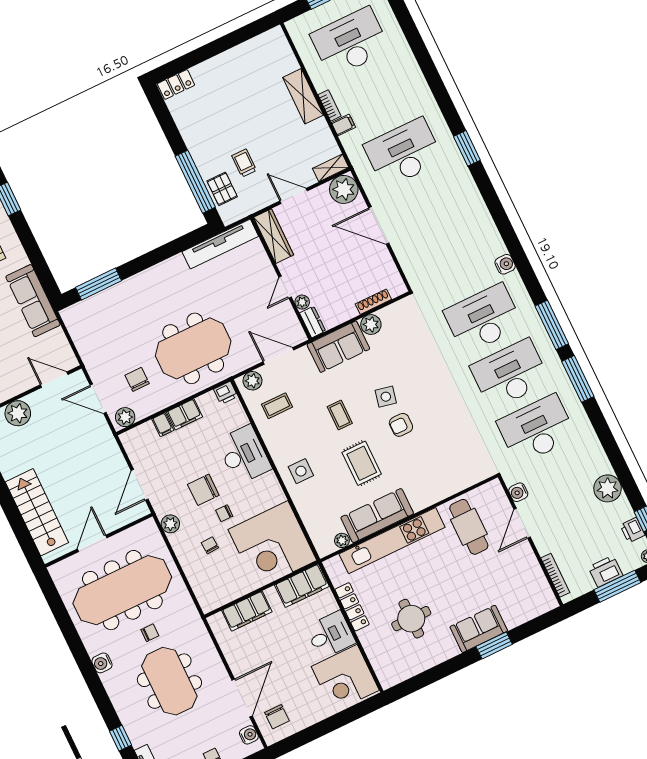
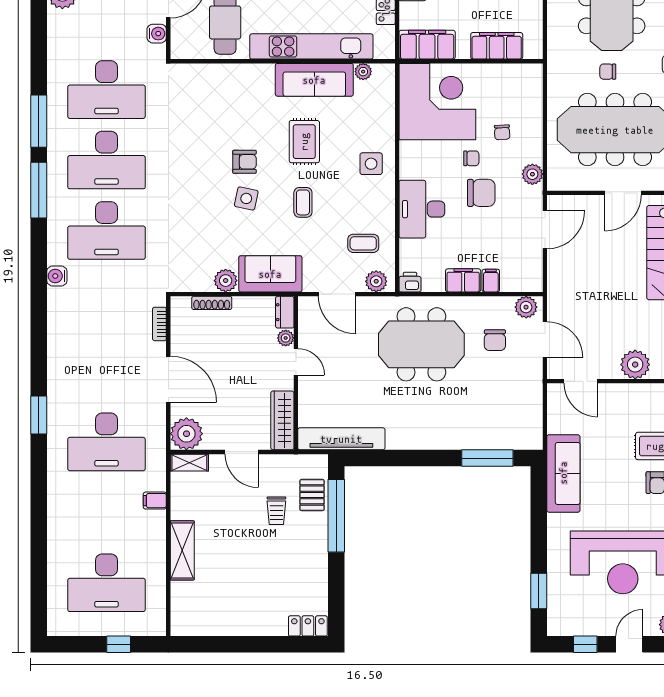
bookcase: (329, 105) -> (159, 324), moved
door: (285, 287) -> (296, 362), hinge flipped

